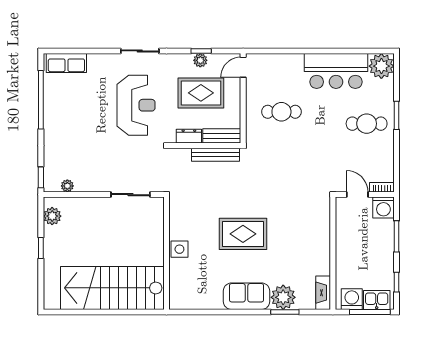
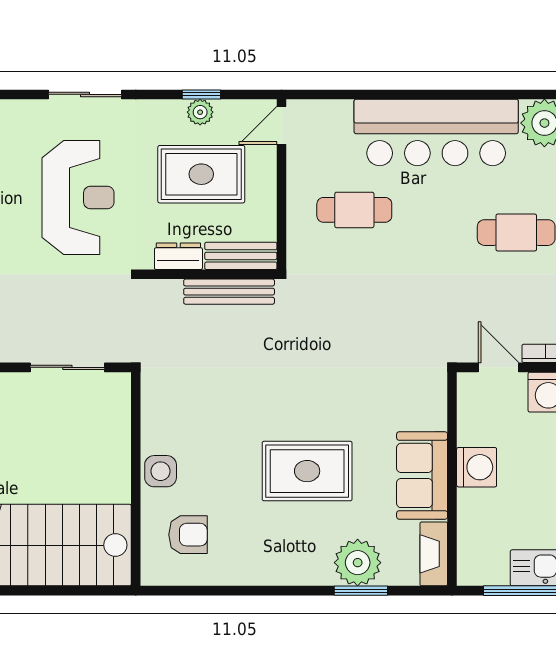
bar counter: (336, 71) -> (436, 132), width x1.36
rug: (243, 234) -> (307, 471), moved
armchair: (194, 283) -> (188, 535), added
sofa: (247, 296) -> (422, 475), moved, turned -90
washing machine: (352, 299) -> (477, 467), moved, turned 90

